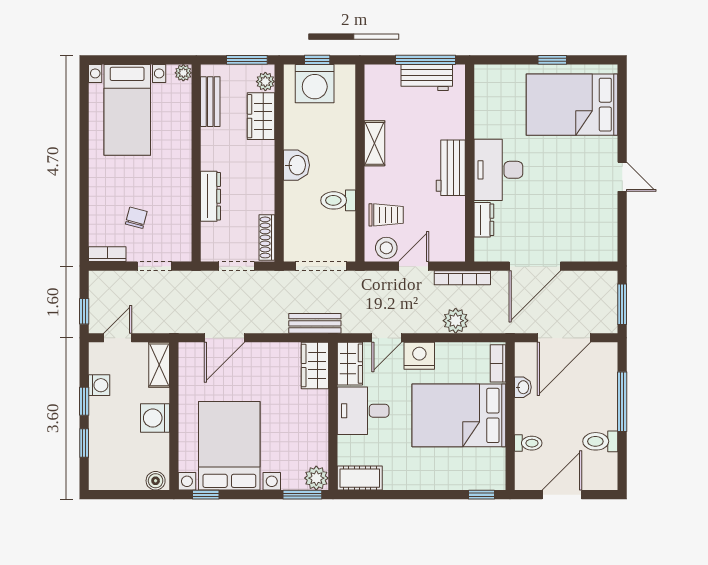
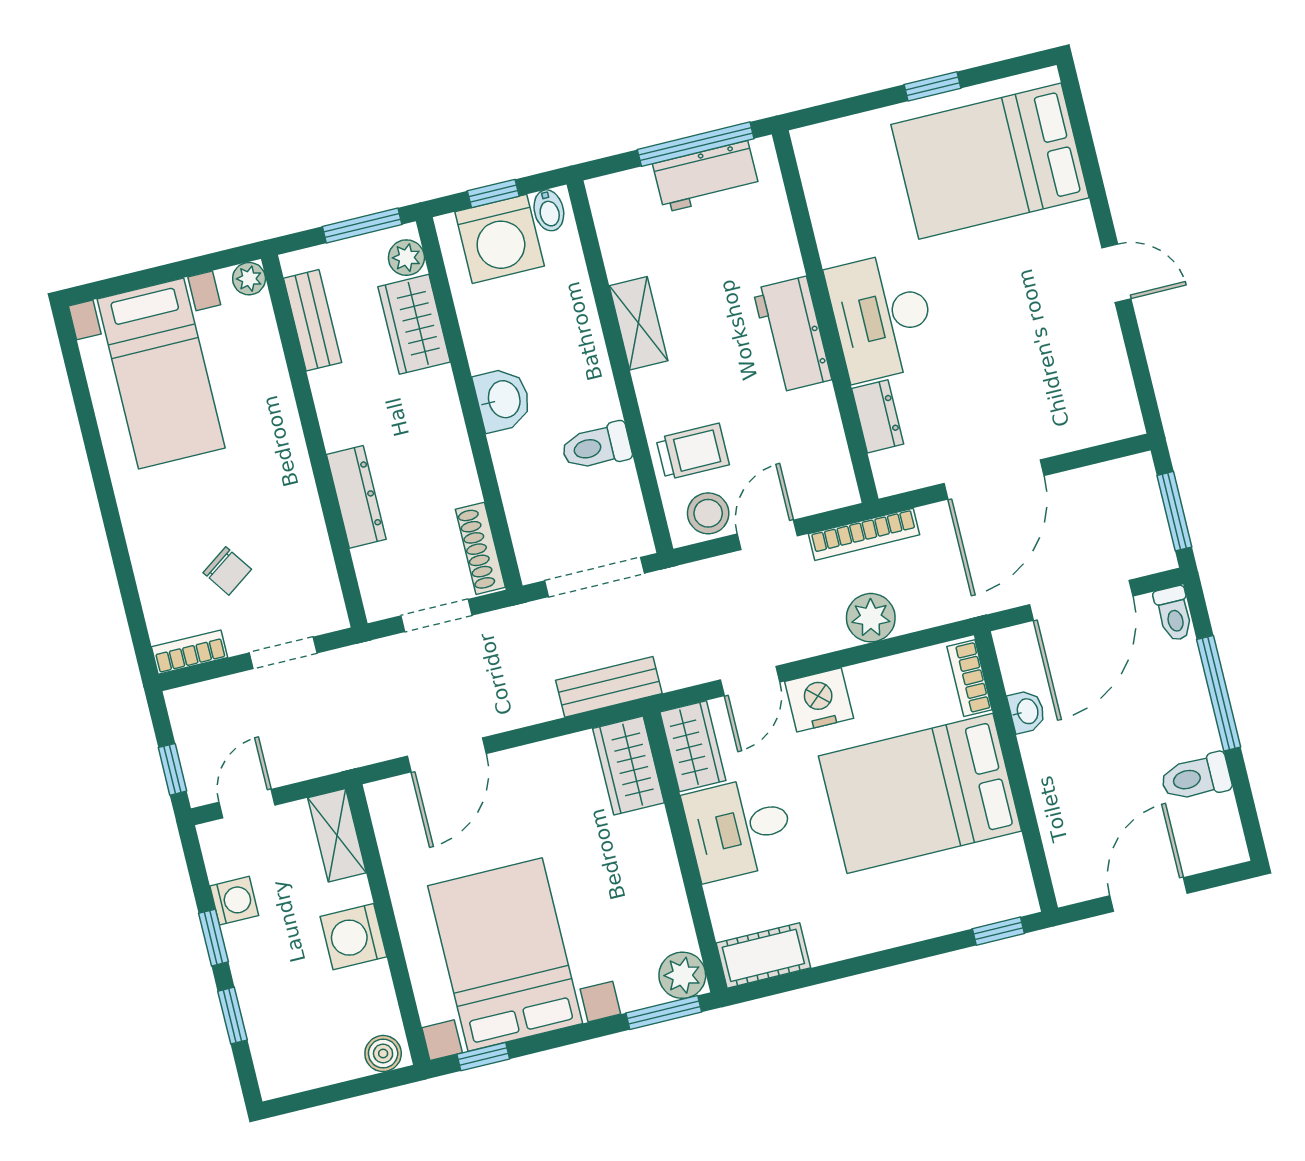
bidet: (343, 75) -> (549, 210), added
chair: (136, 218) -> (227, 571), turned 130
toilet: (528, 443) -> (1174, 614), moved, turned 90

